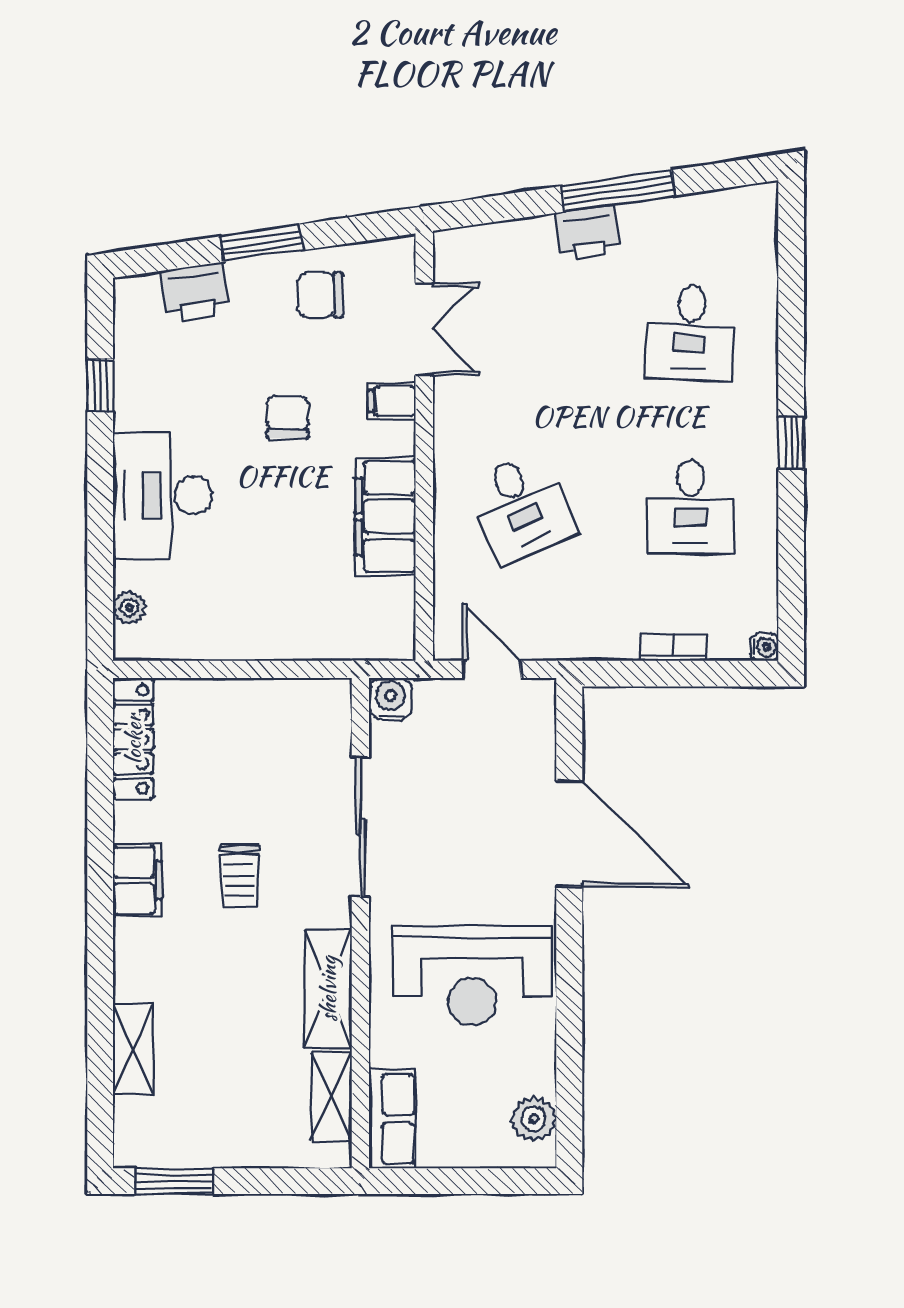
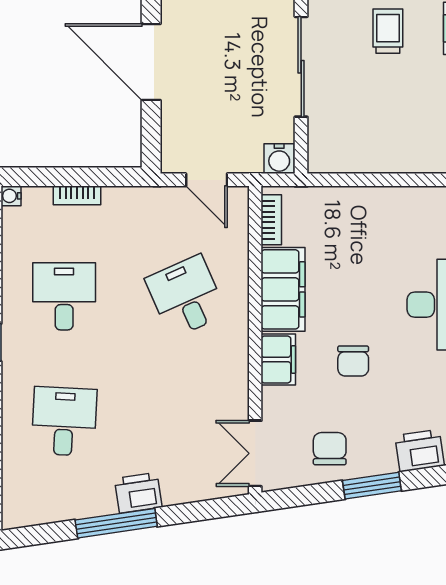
chair: (320, 295) -> (330, 449), turned -90
double door: (424, 329) -> (255, 453), moved
filing cabinet: (392, 401) -> (278, 359), width x2.00
bookcase: (402, 614) -> (271, 220), added

